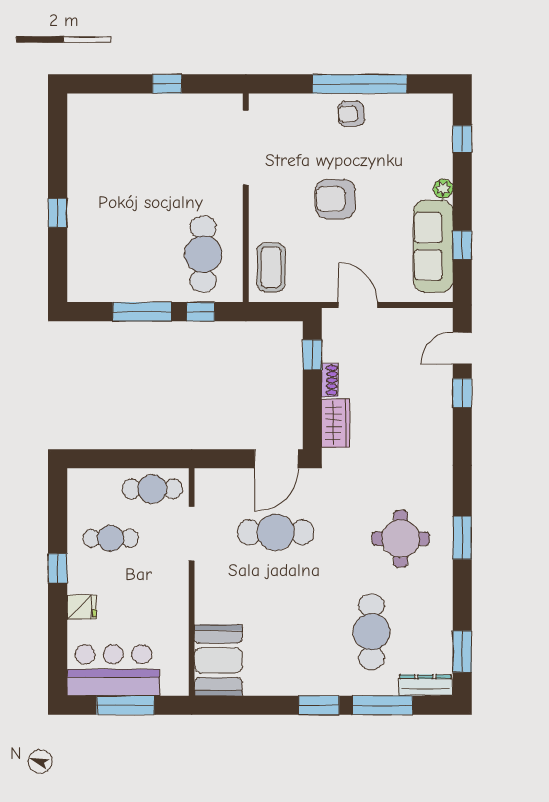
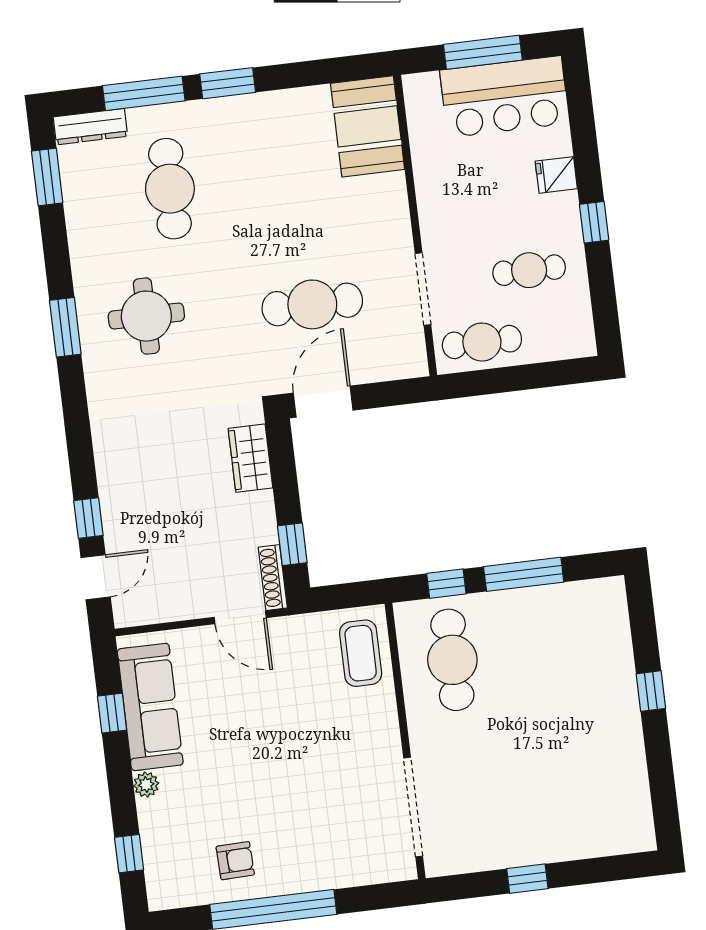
armchair: (351, 114) -> (235, 861), moved
armchair: (335, 199) -> (287, 754), removed
shoe rack: (330, 380) -> (273, 578), moved, width x1.43

